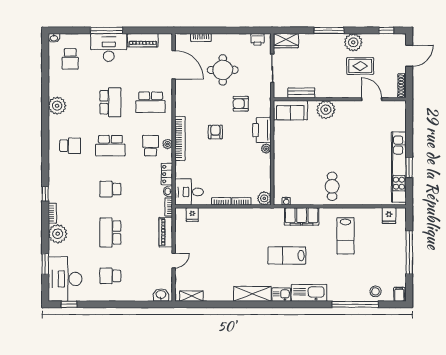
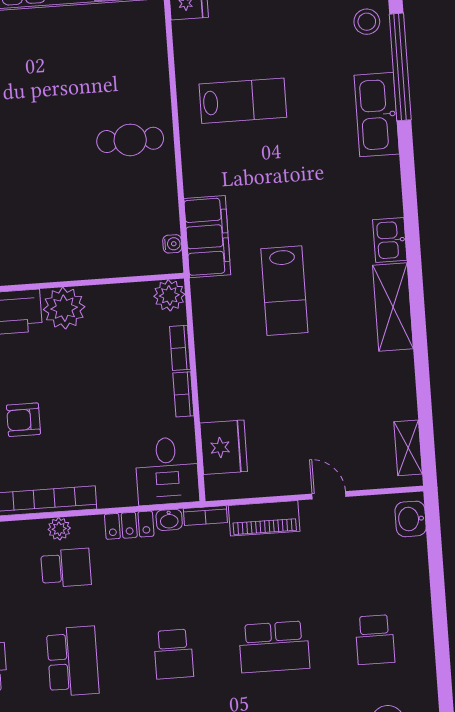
school desk: (151, 146) -> (66, 568), turned 180
plant: (266, 149) -> (64, 308), width x1.87, depth x1.87
fridge: (192, 215) -> (224, 447), width x1.88, depth x1.34
filing cabinet: (302, 216) -> (207, 237), moved
lab bench: (287, 256) -> (284, 291), moved
kitchen sink: (309, 293) -> (377, 115), moved

